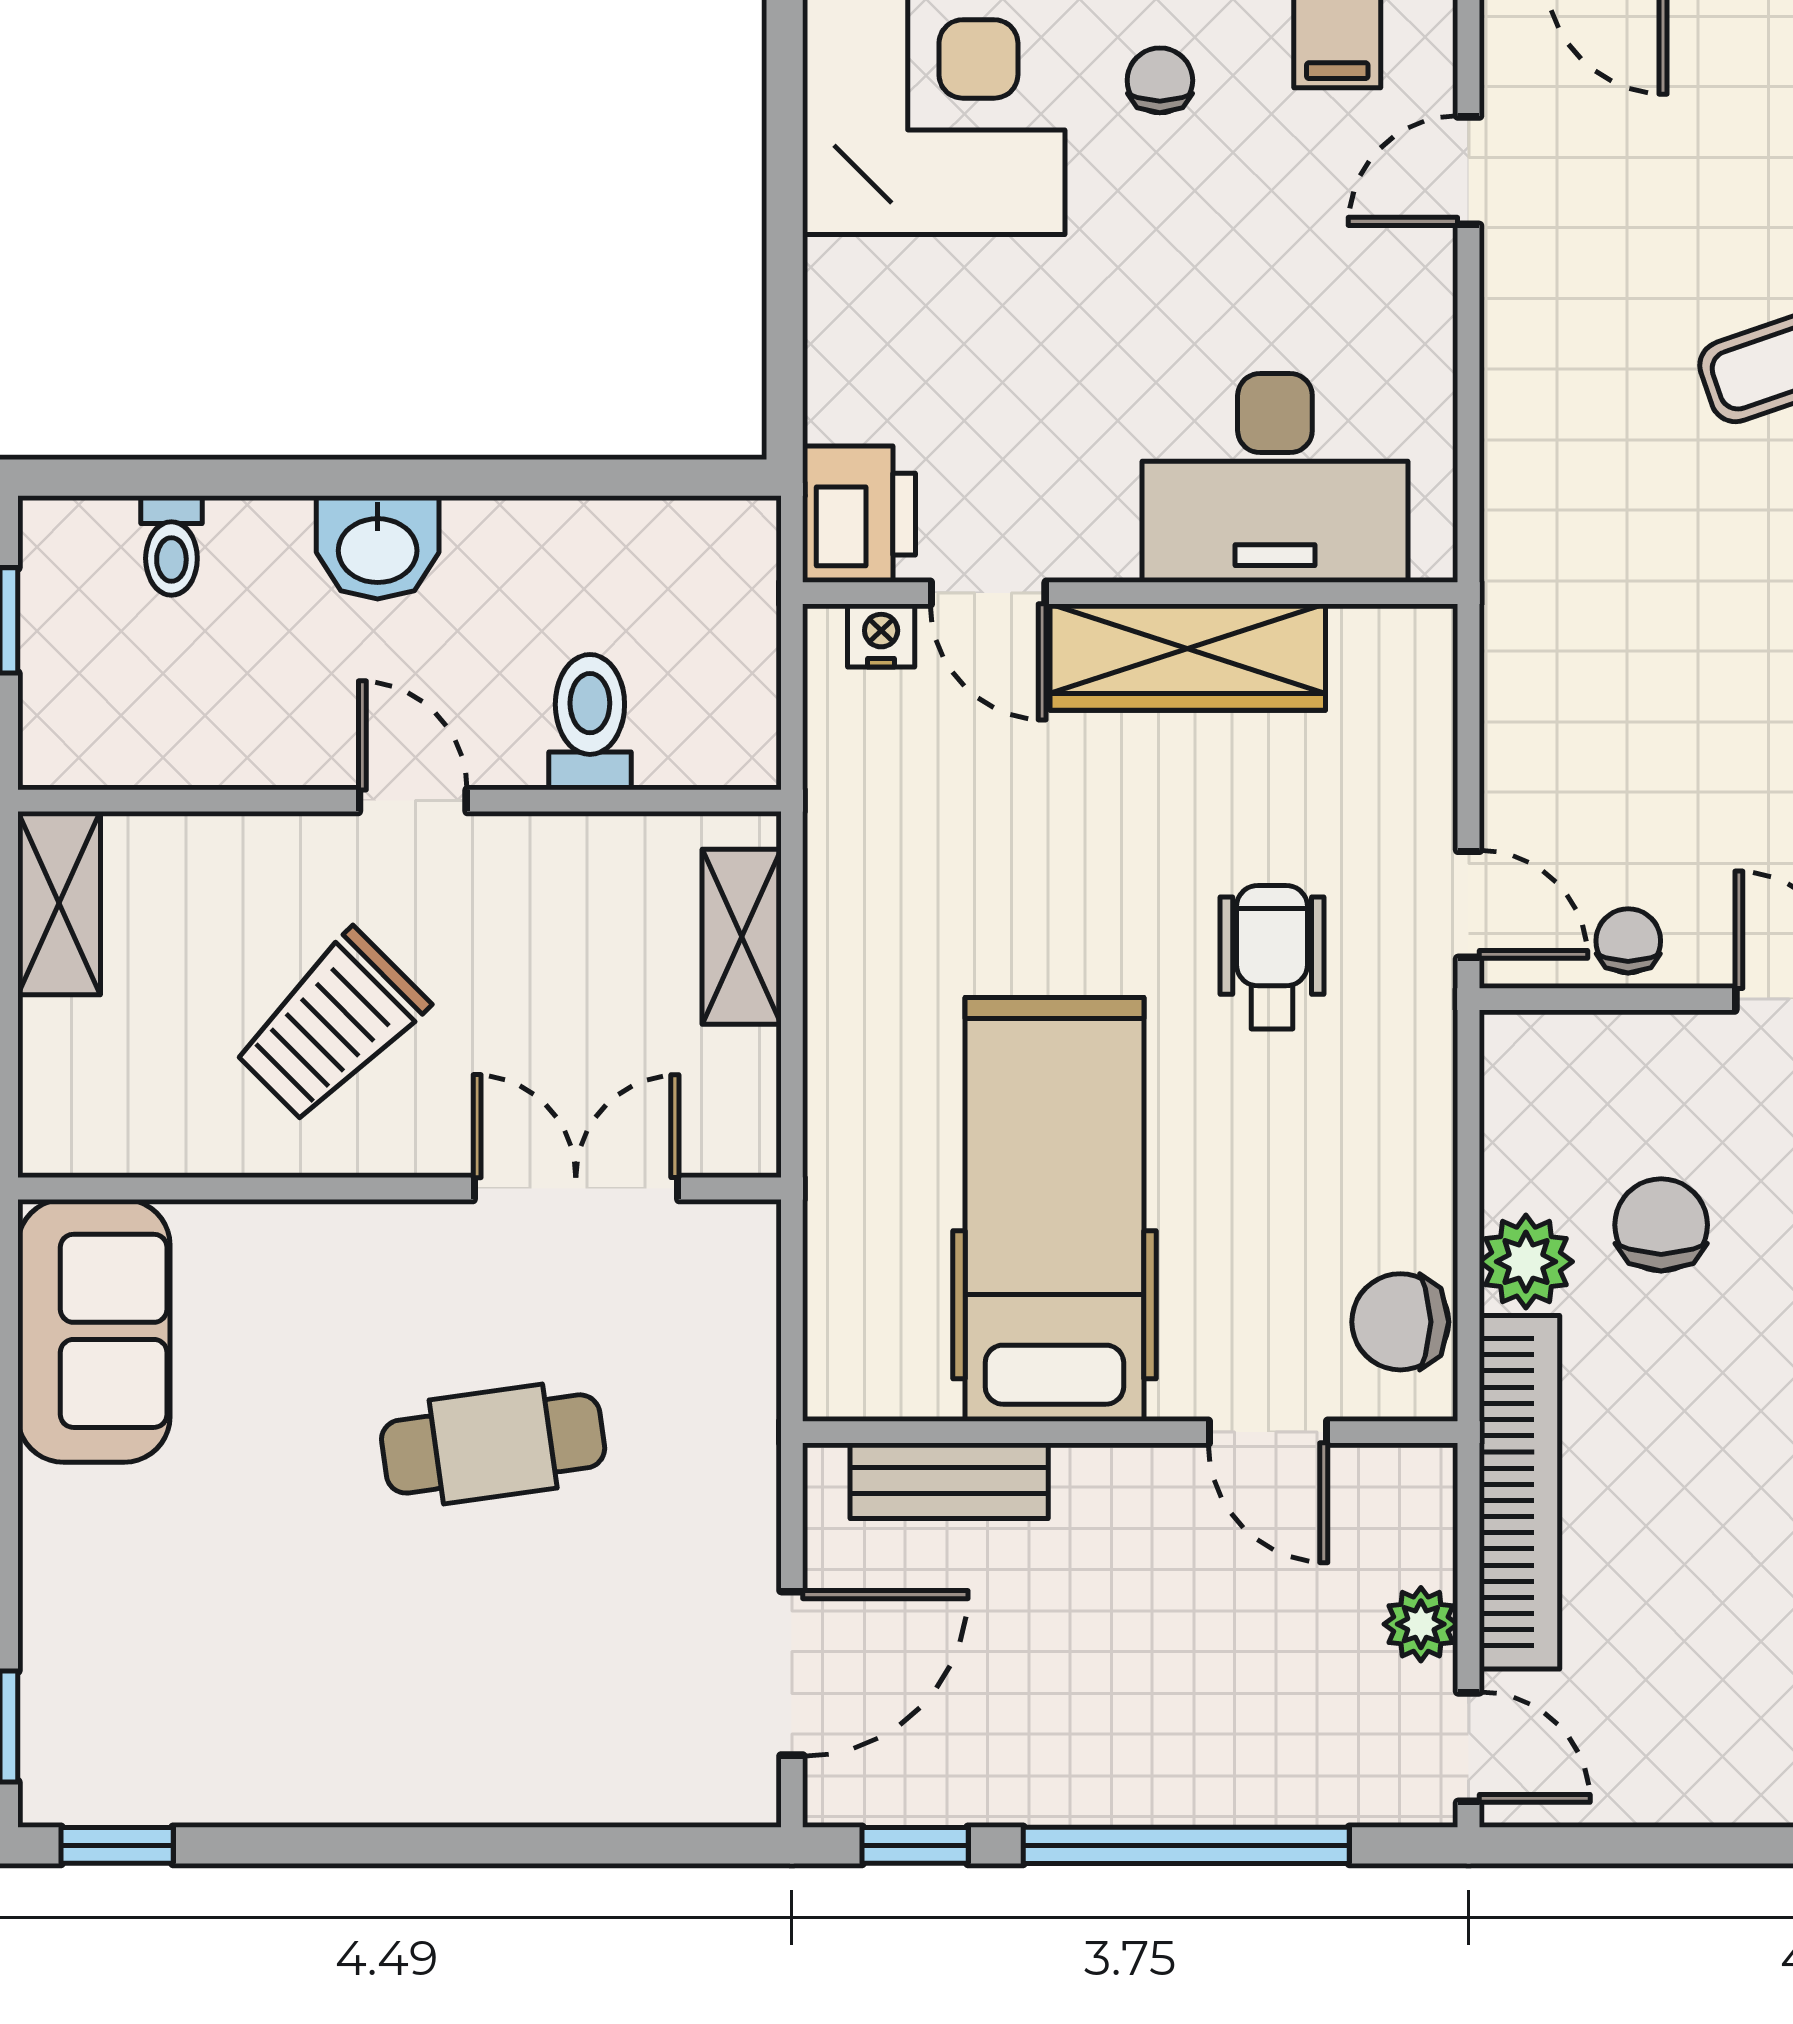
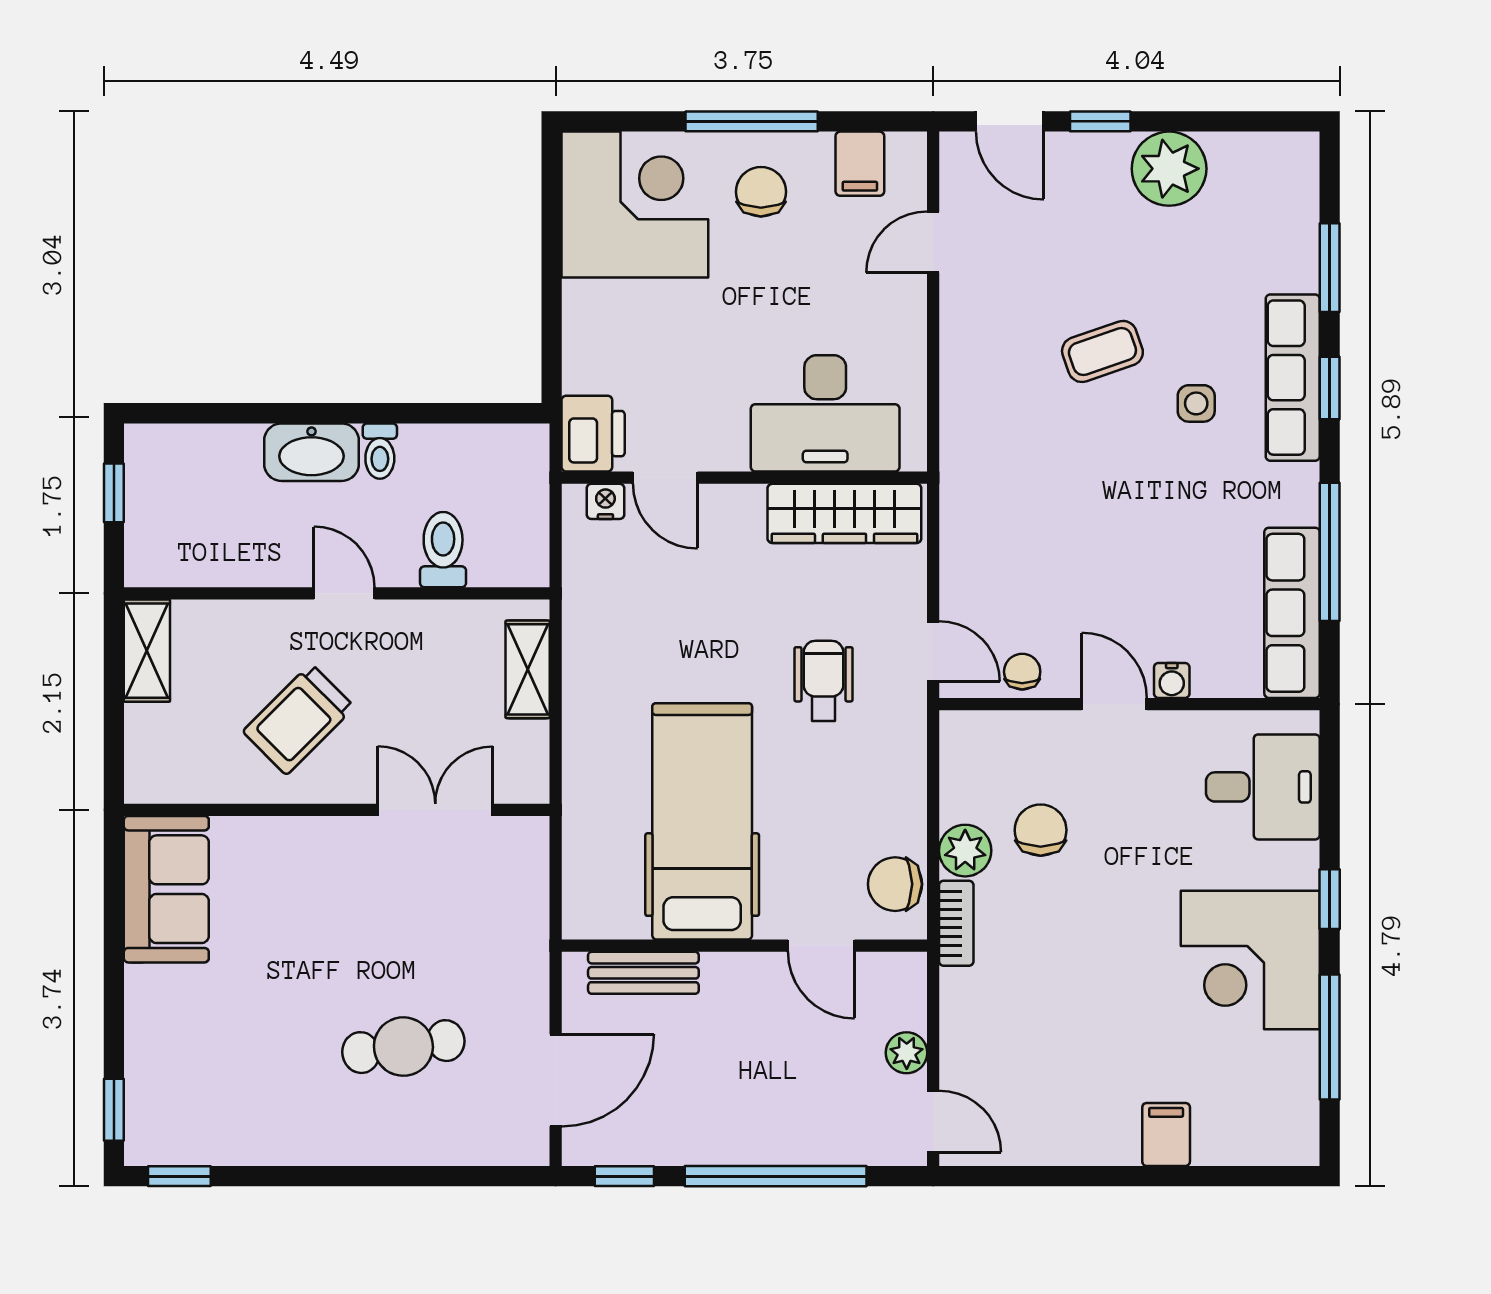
chair: (1160, 80) -> (761, 192), width x1.37, depth x1.37
toilet: (171, 546) -> (380, 451), moved
washbasin: (378, 547) -> (312, 452), width x1.38
wardrobe: (1188, 657) -> (844, 513), moved
cafe table: (493, 1444) -> (403, 1047), moved
bookcase: (1520, 1492) -> (956, 923), width x0.43, depth x0.76

